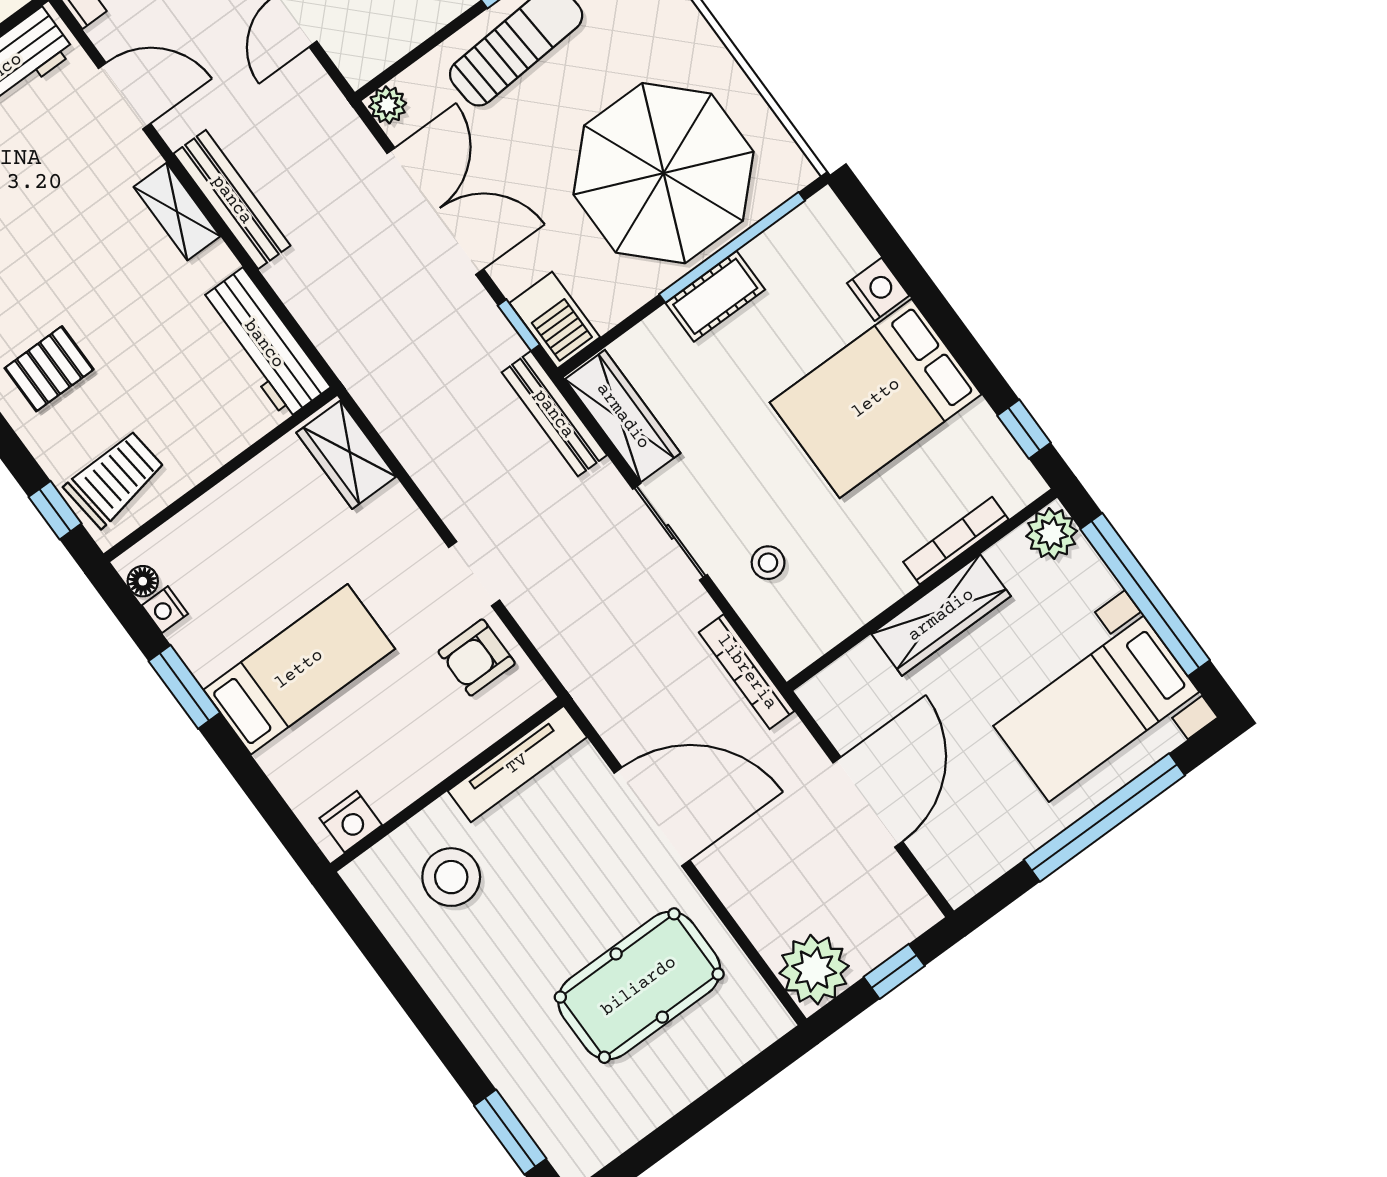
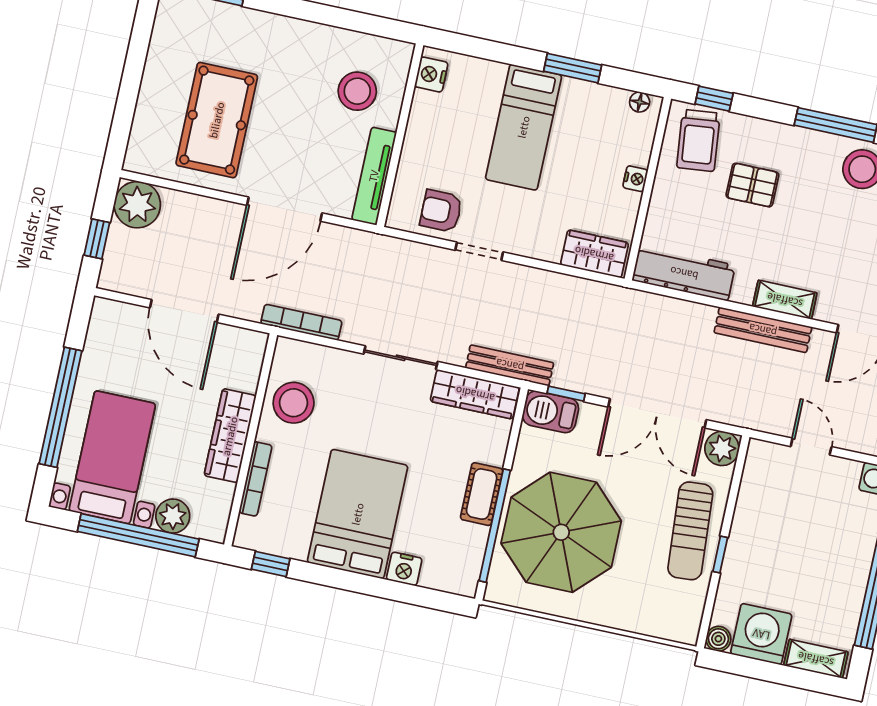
plant: (388, 105) -> (722, 448), width x1.38, depth x1.38
pallet: (49, 369) -> (752, 185), moved, turned 90
plant: (1052, 534) -> (173, 516), moved
stool: (768, 563) -> (294, 403), moved, width x1.89, depth x1.89
nightstand: (165, 610) -> (635, 179), moved, turned 90
armchair: (477, 657) -> (441, 211), turned -90

